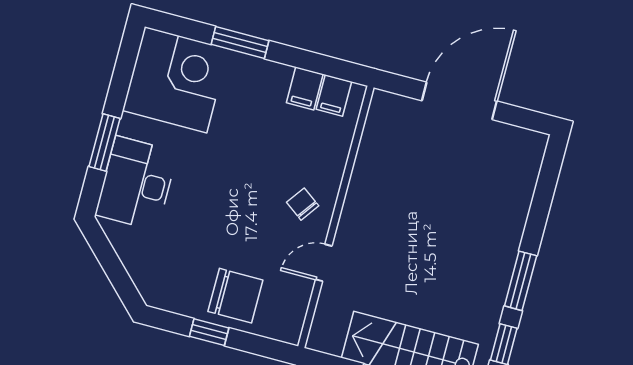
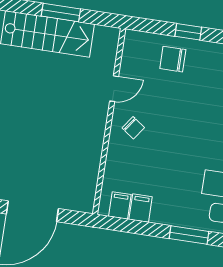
chair: (235, 296) -> (173, 59), width x0.73, depth x0.73

